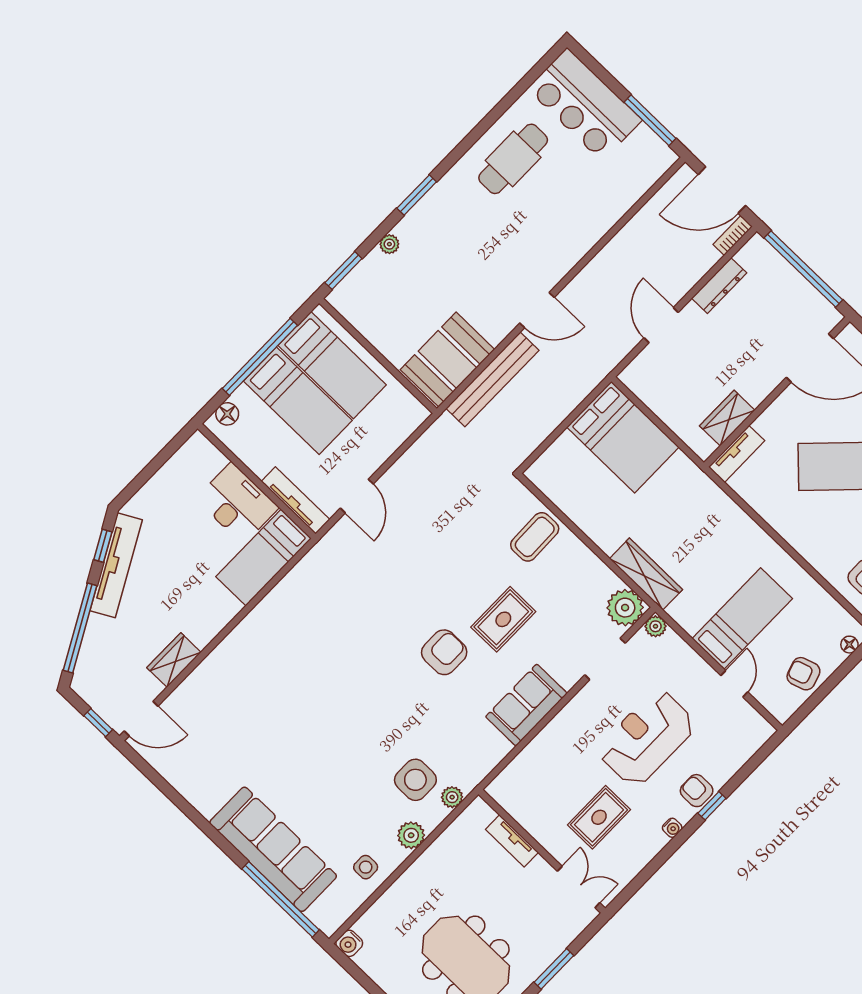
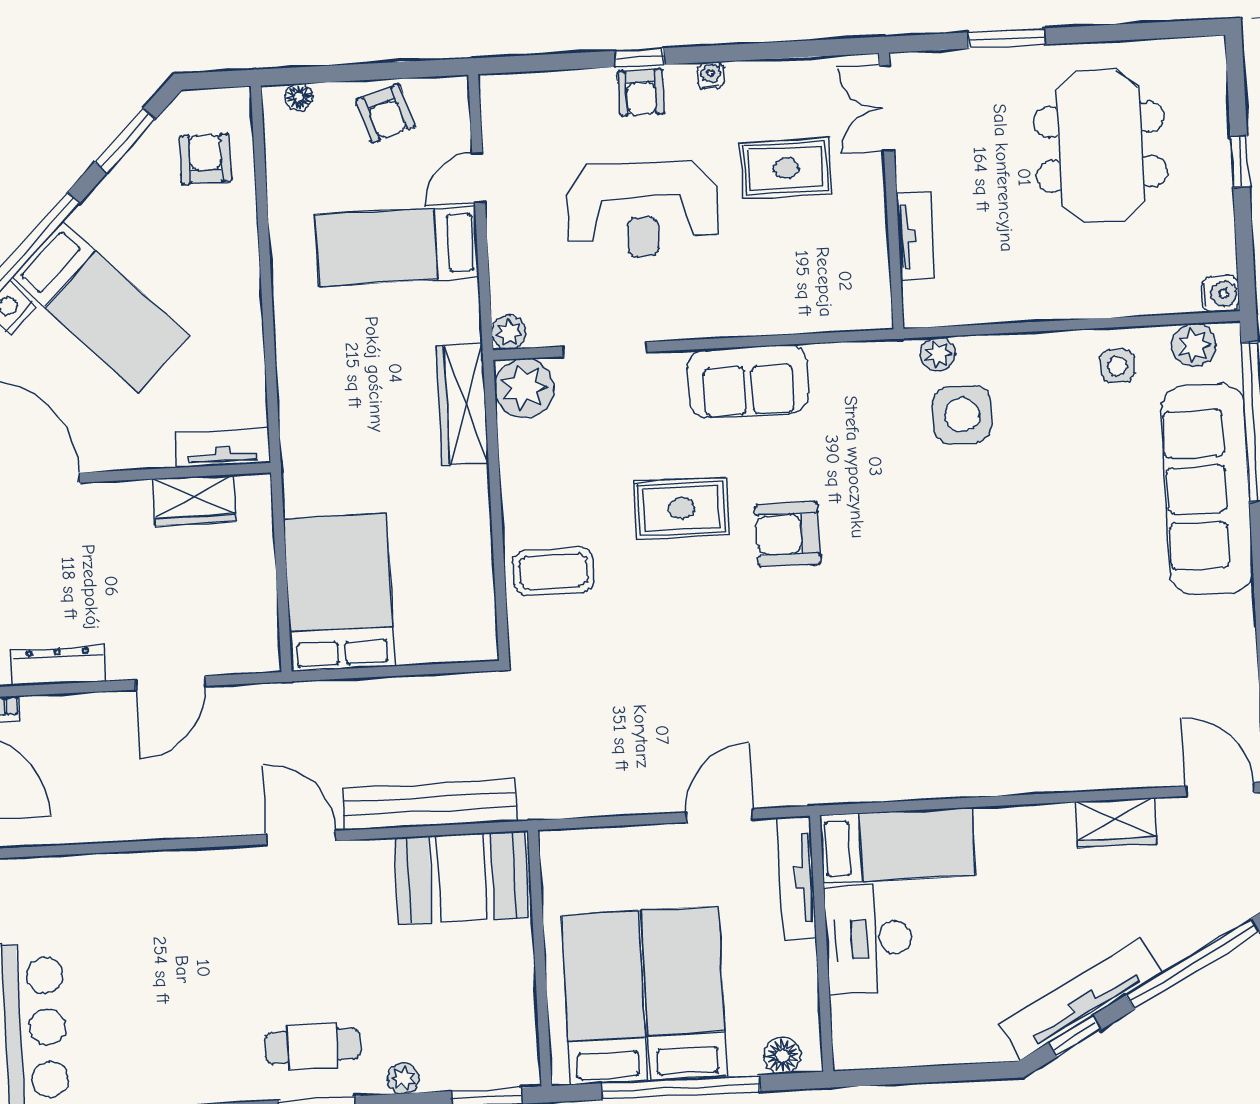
cafe table: (513, 159) -> (313, 1046), moved, width x0.73, depth x0.74
plant: (411, 835) -> (1194, 345), moved

